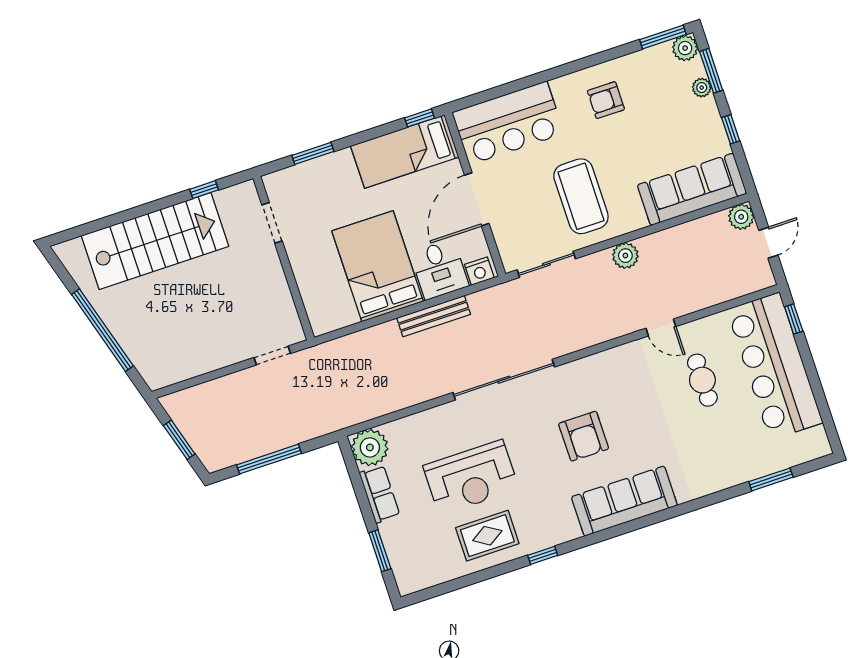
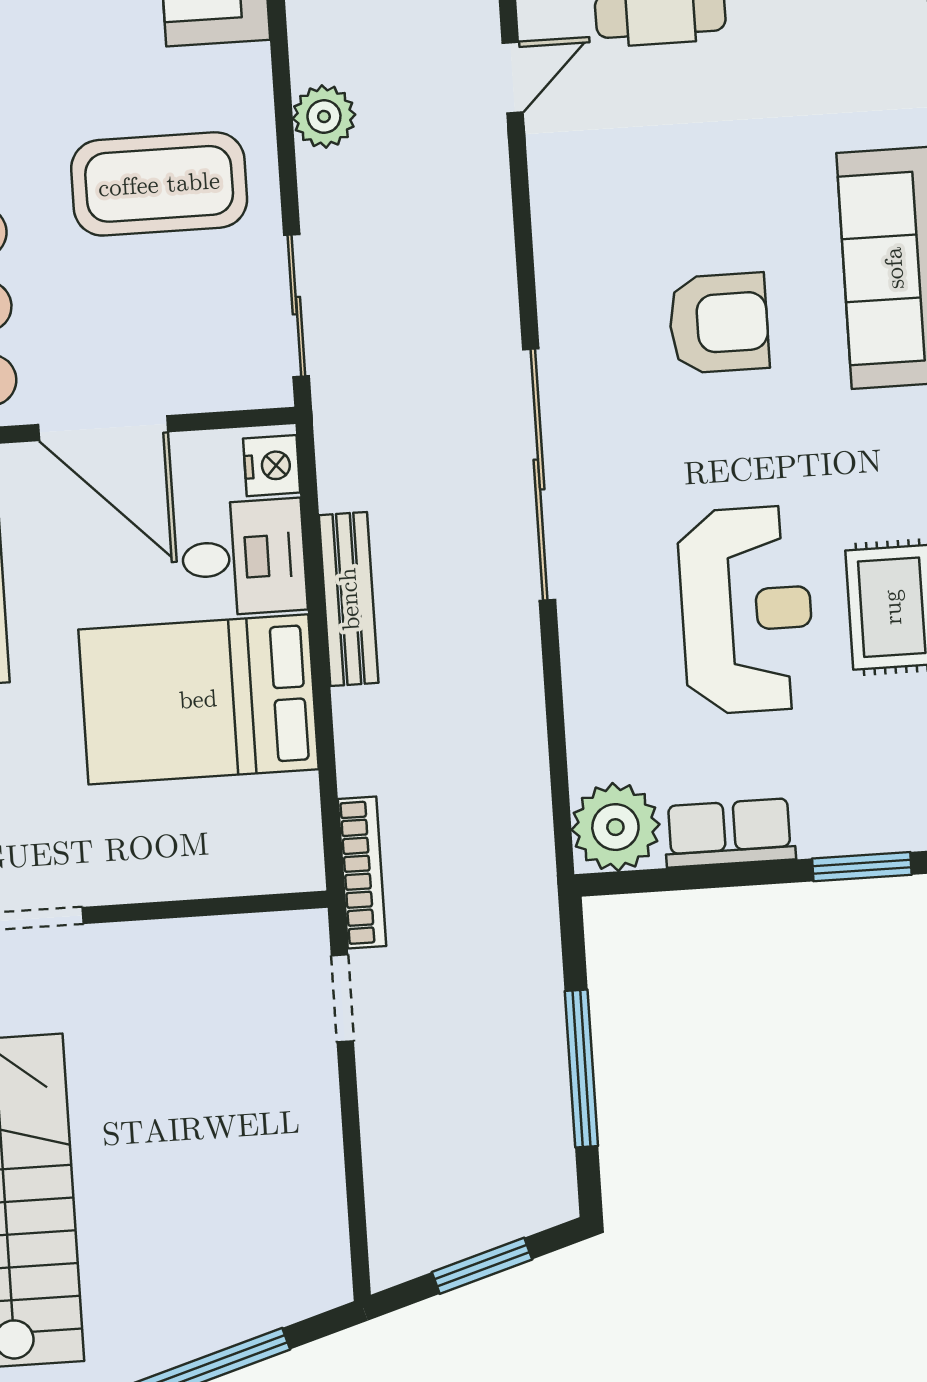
bookcase: (325, 350) -> (362, 872), added

